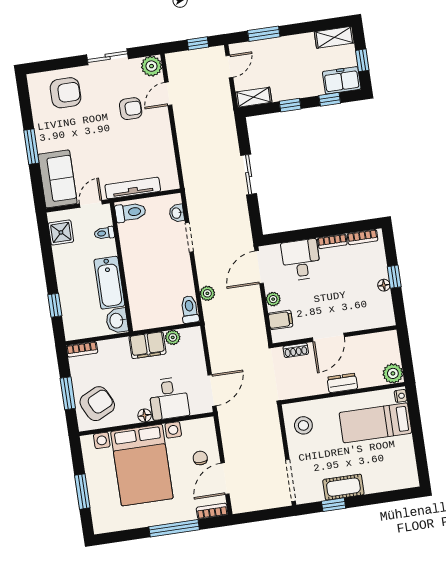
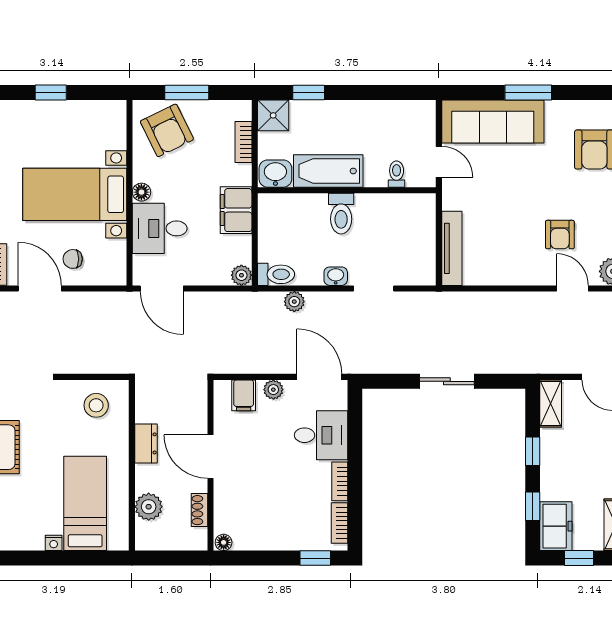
sofa: (58, 179) -> (493, 122), width x1.36
tv unit: (133, 188) -> (452, 248), moved
toilet: (130, 212) -> (341, 214), moved
washbasin: (177, 213) -> (336, 276), moved
shower: (61, 232) -> (273, 115), moved
window: (394, 277) -> (315, 558), moved
floor lamp: (384, 285) -> (224, 542), moved
plant: (173, 337) -> (241, 275), moved
bookcase: (82, 349) -> (243, 142), moved
shoe rack: (296, 350) -> (199, 510), moved
plant: (393, 373) -> (149, 507), moved
dresser: (342, 383) -> (146, 443), moved
nightstand: (401, 396) -> (54, 543), moved
chair: (200, 458) -> (73, 259), turned 180
bed with nightstands: (142, 465) -> (75, 194), width x0.73
window: (82, 492) -> (51, 93), width x0.67

